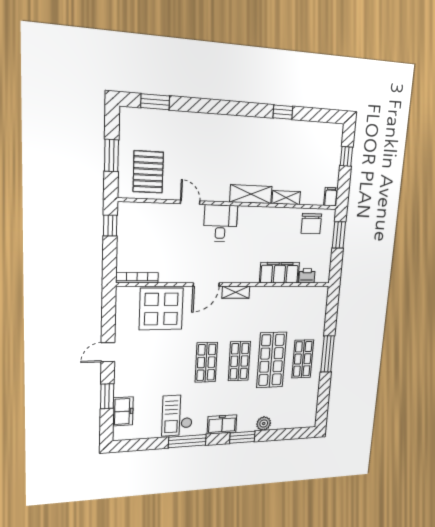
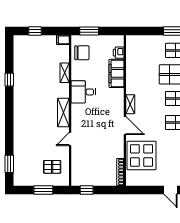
pallet: (148, 172) -> (52, 167), width x0.67, depth x0.71
shelving: (251, 194) -> (63, 112), moved
desk: (220, 223) -> (83, 92), moved

